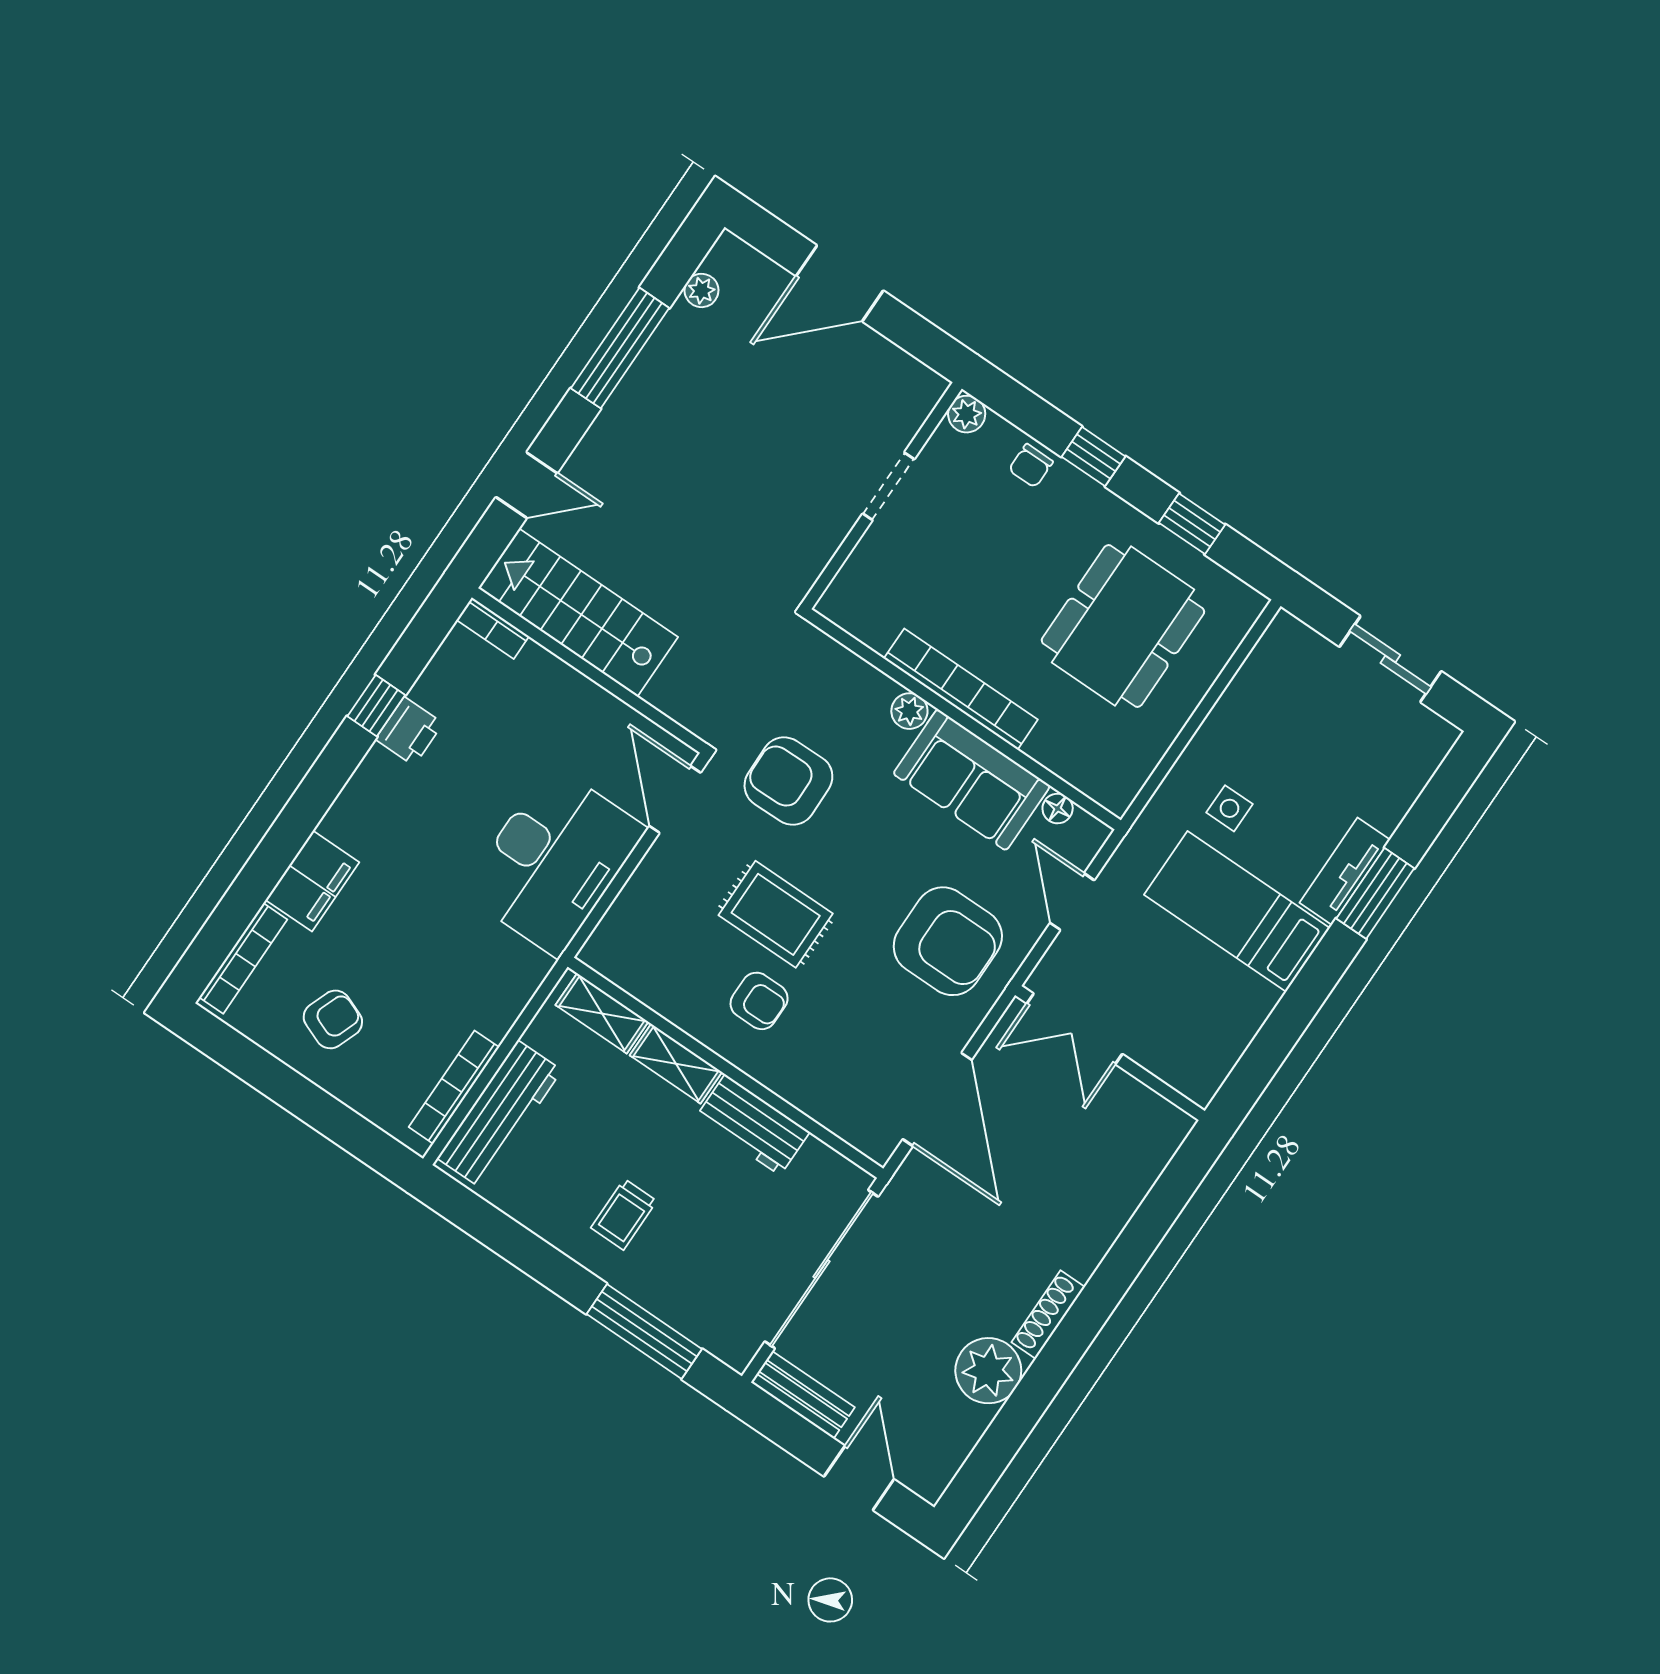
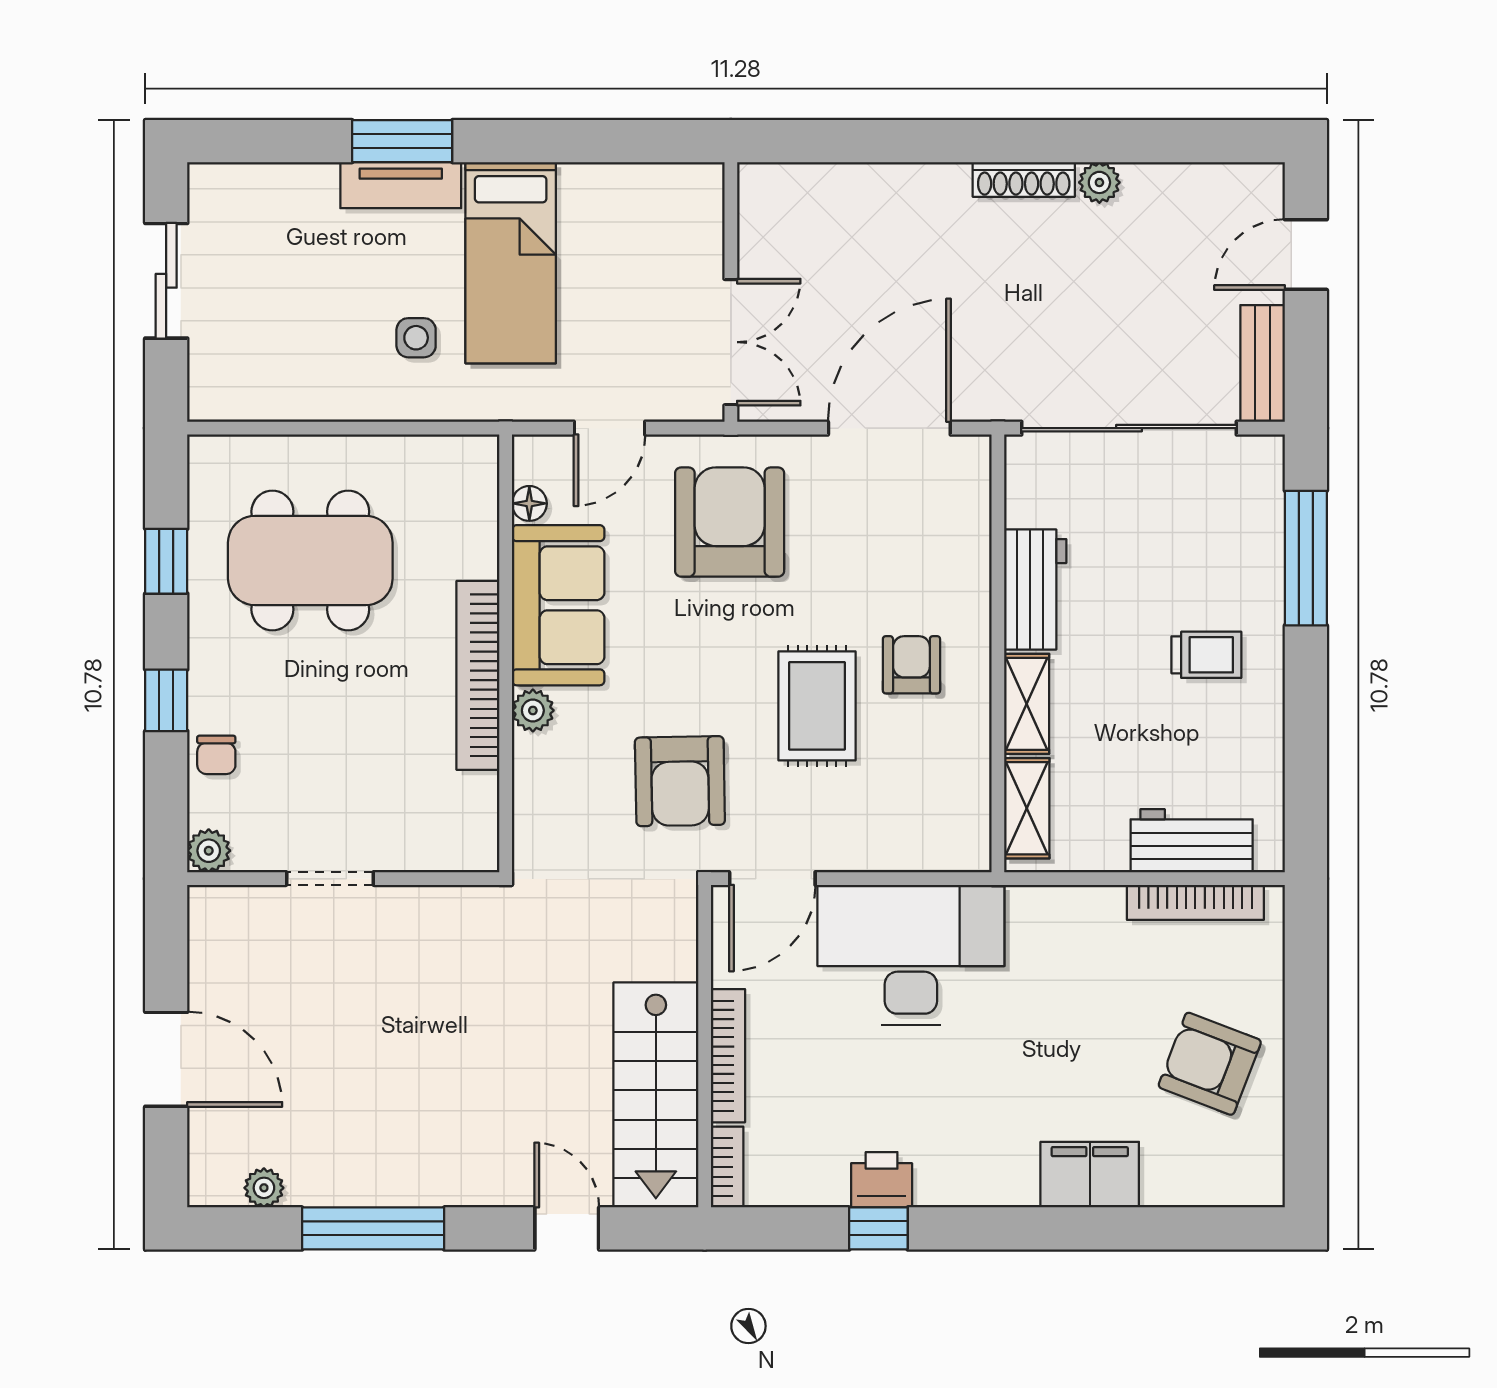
chair: (1031, 466) -> (216, 755), turned 90
bookcase: (243, 958) -> (728, 1056), moved, turned 90
armchair: (333, 1019) -> (1210, 1064), width x1.38, depth x1.38
workbench: (499, 1114) -> (1192, 841), width x0.73
plant: (988, 1371) -> (1099, 182), width x0.53, depth x0.53

